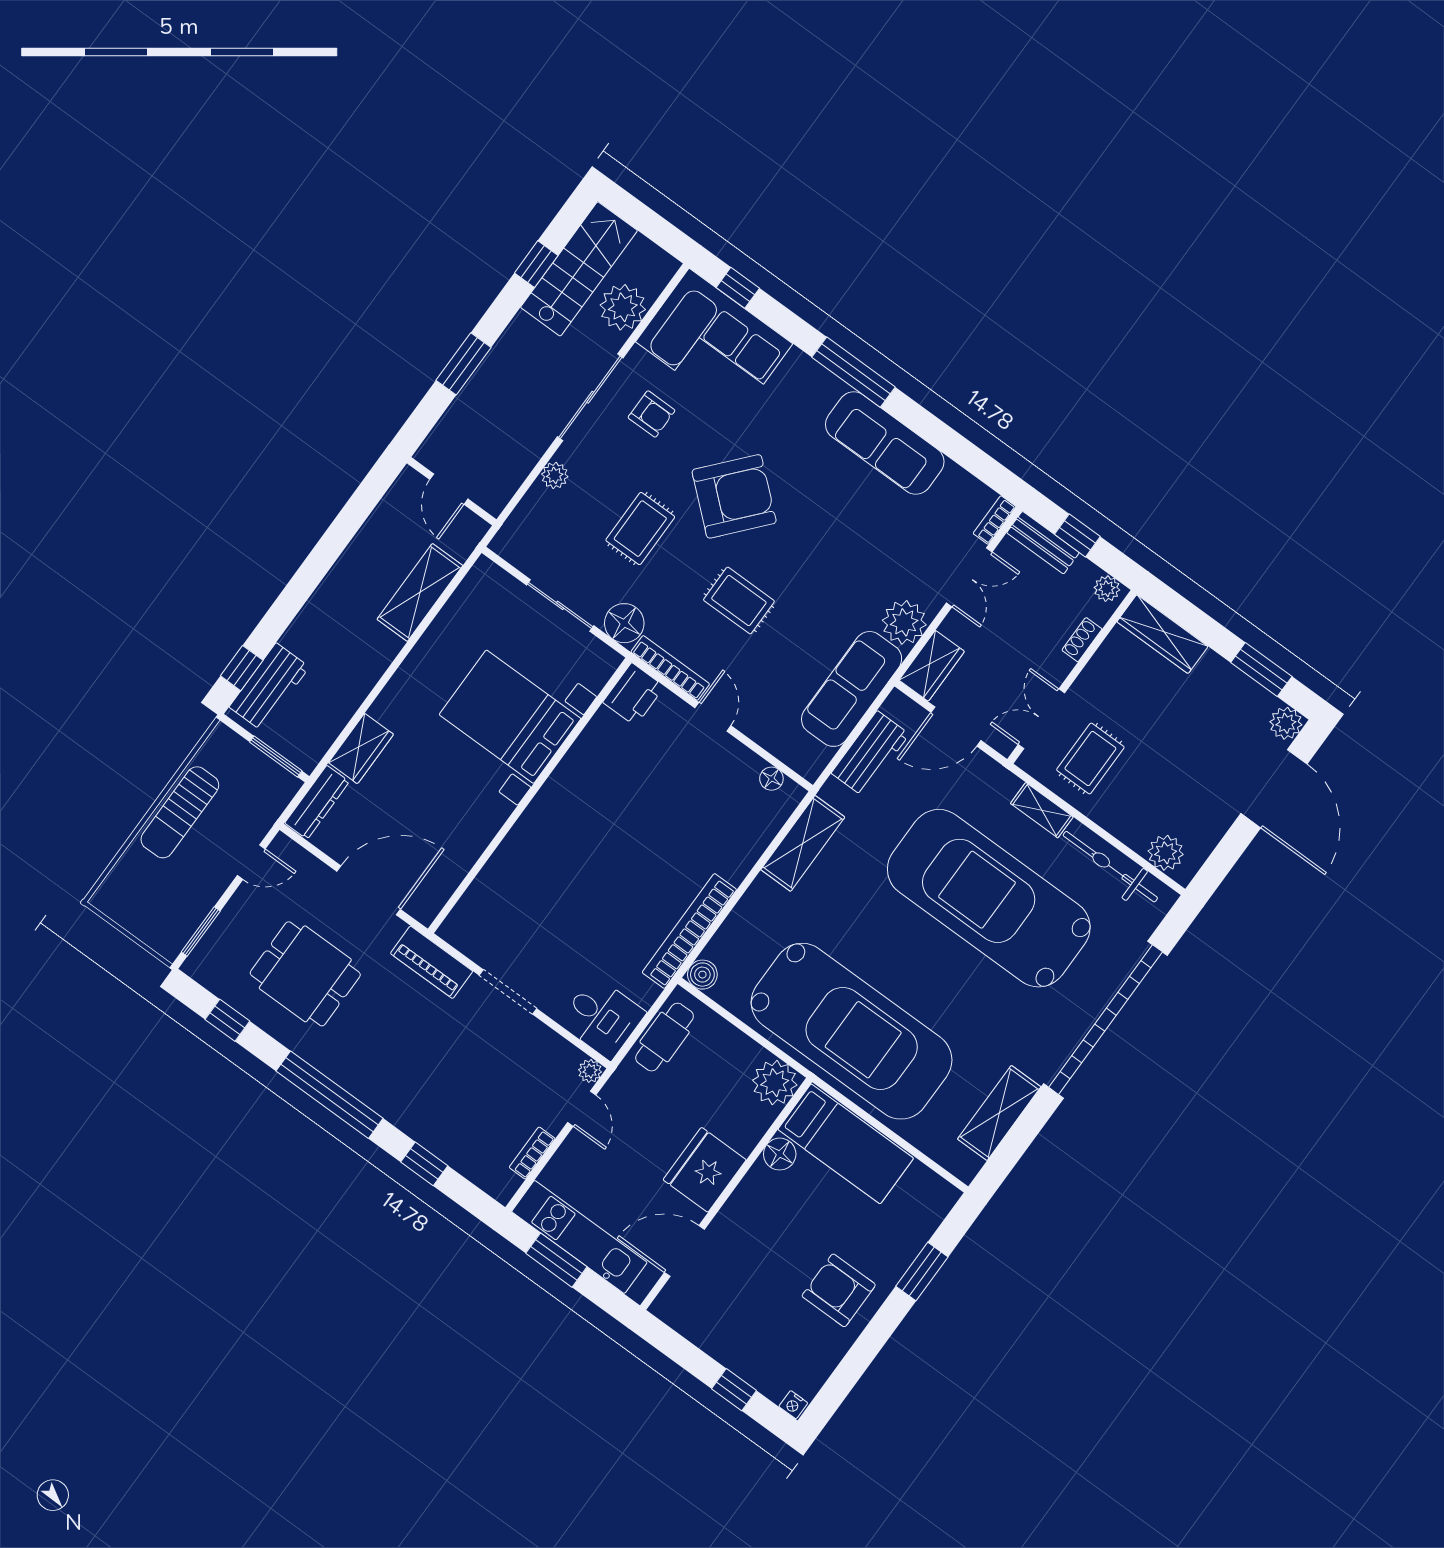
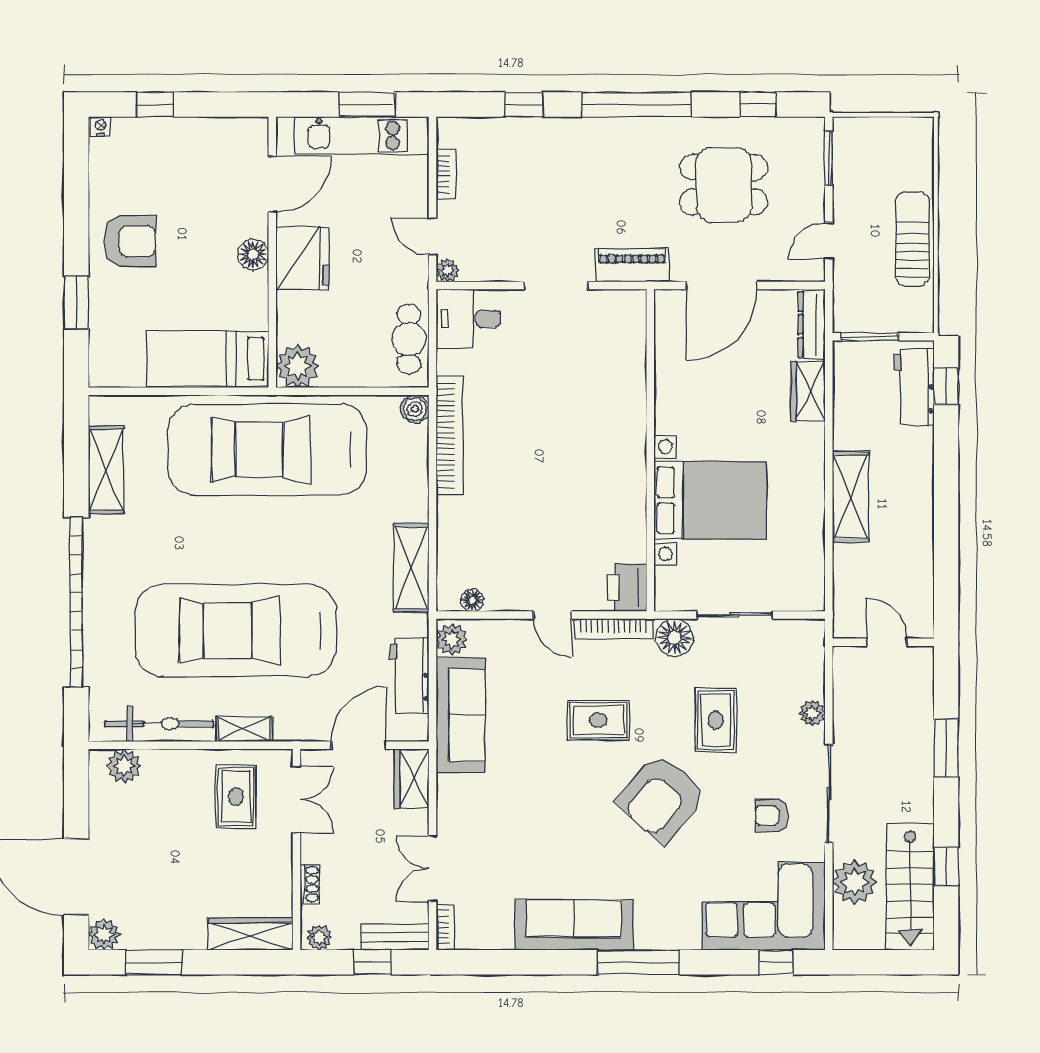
shelving: (420, 592) -> (851, 497), moved
plant: (904, 622) -> (452, 639), moved, width x0.73, depth x0.73
car: (989, 898) -> (236, 630), turned 180
floor lamp: (780, 1154) -> (253, 254), moved

